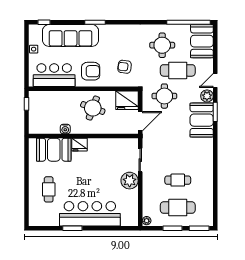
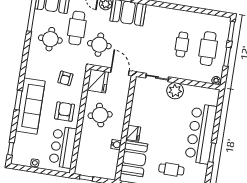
sofa: (71, 35) -> (30, 106), moved
round table: (93, 108) -> (100, 115), turned -33

